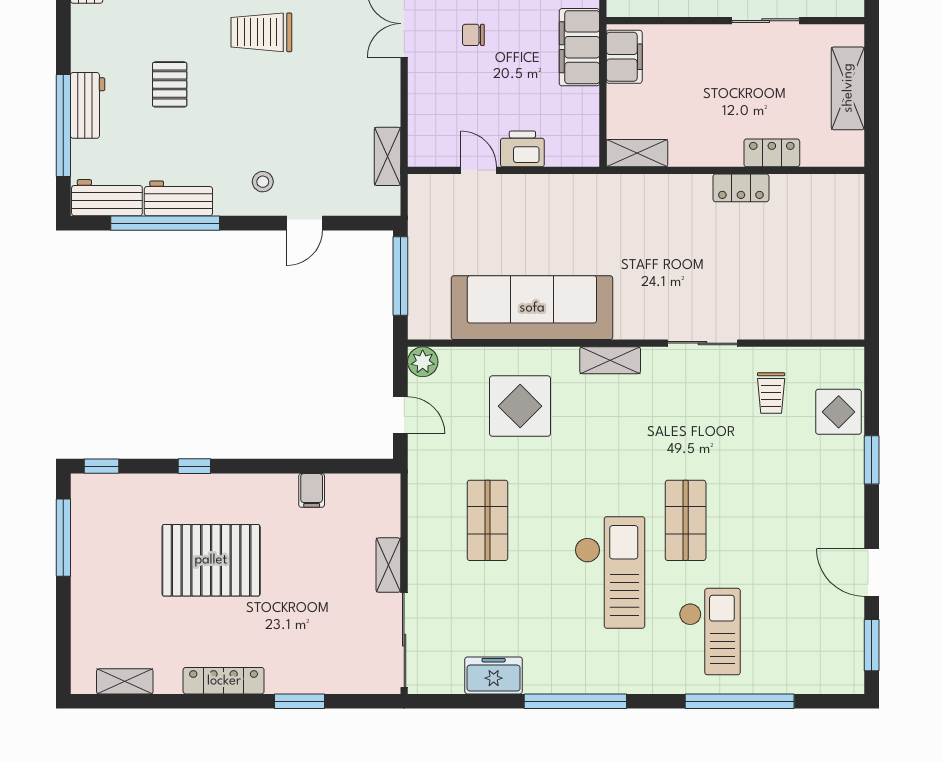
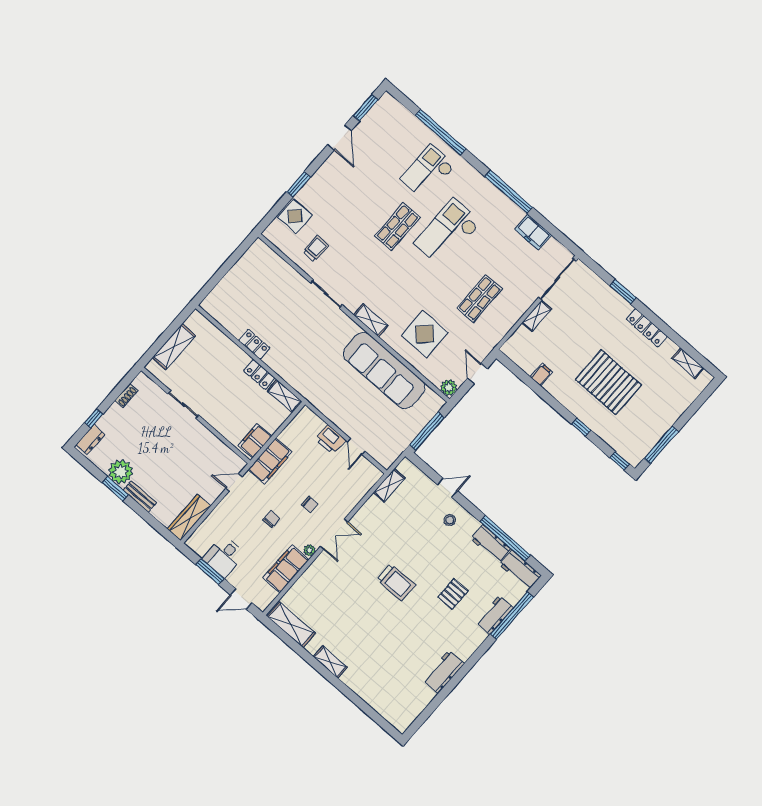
locker: (772, 153) -> (259, 374), moved

